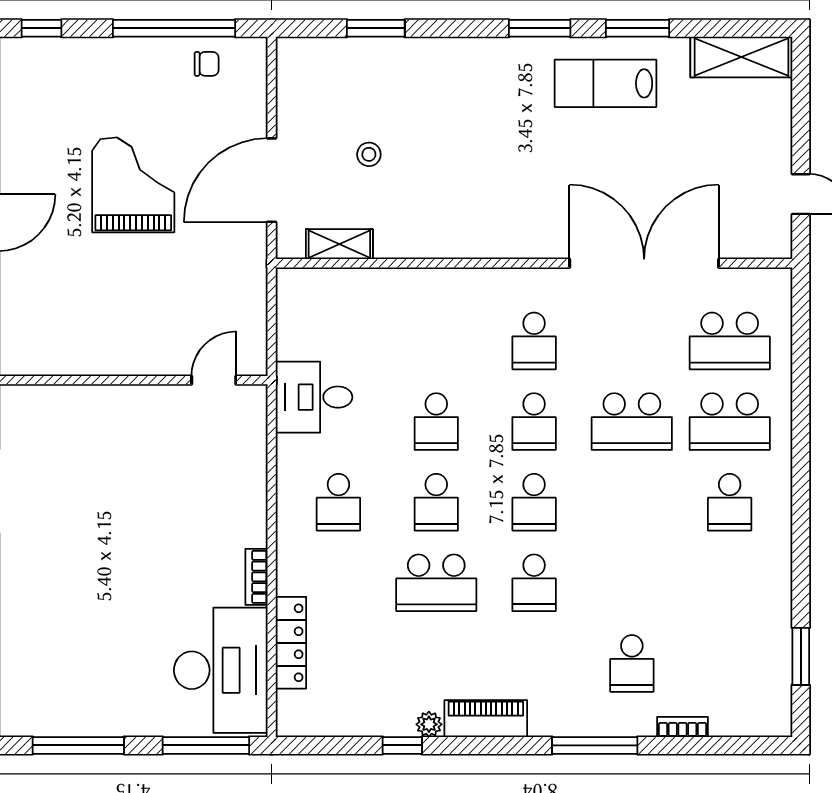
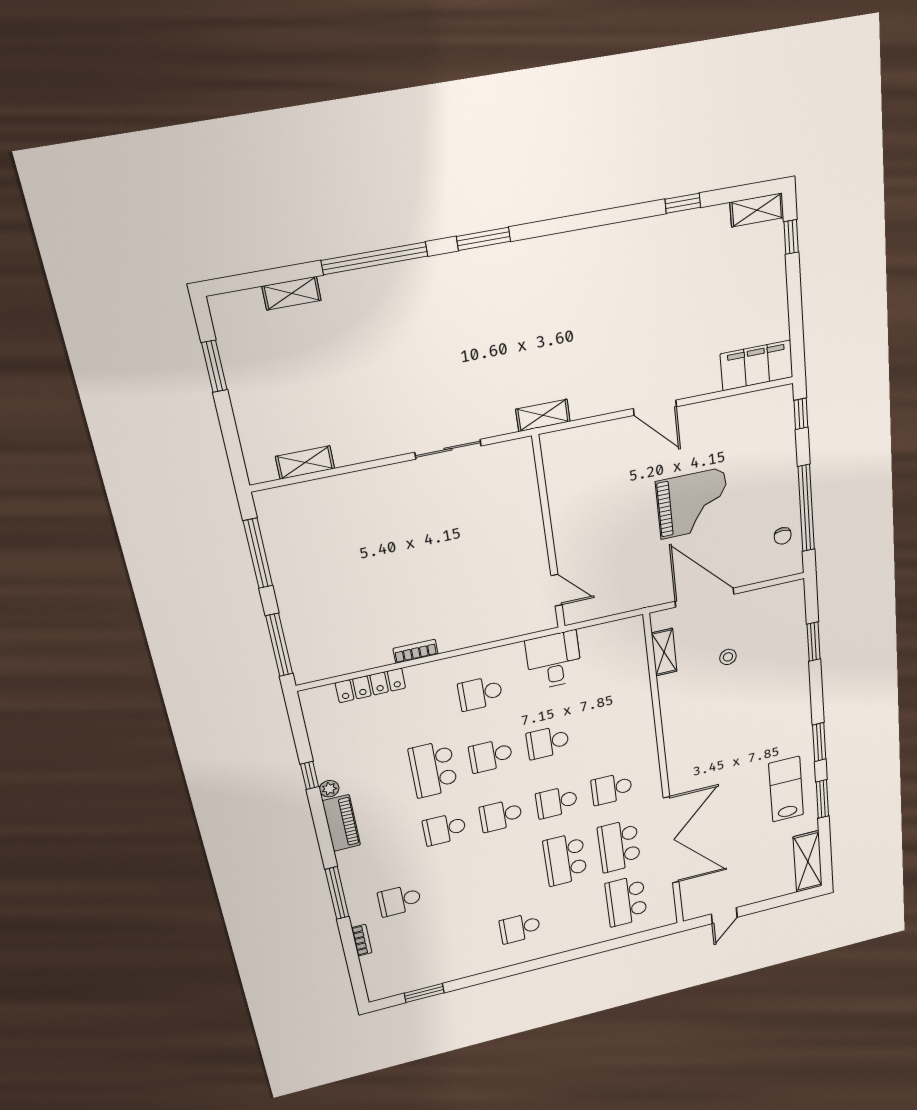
school desk: (730, 422) -> (619, 846), moved
desk: (221, 670) -> (340, 642), removed

